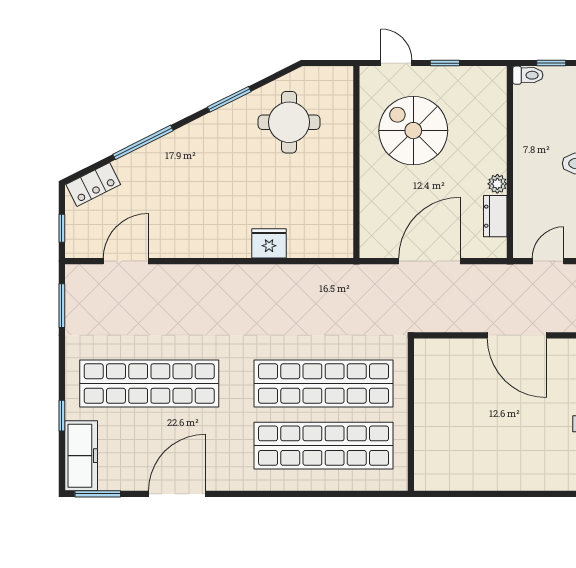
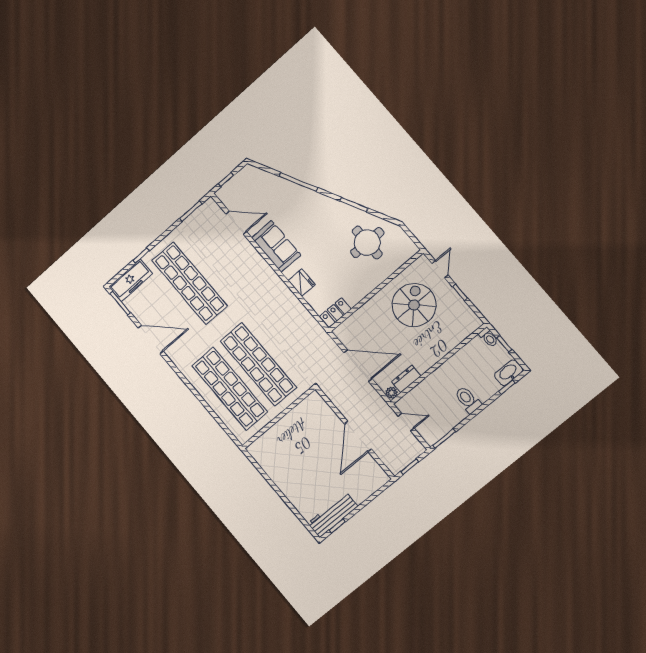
plant: (497, 184) -> (392, 393), moved
locker: (93, 185) -> (335, 313), moved, turned 117
sofa: (198, 237) -> (276, 246), added

